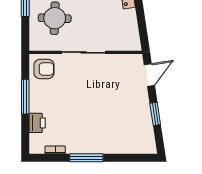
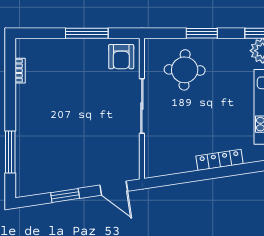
printer: (37, 123) -> (54, 48), removed
window: (86, 158) -> (10, 152), moved

